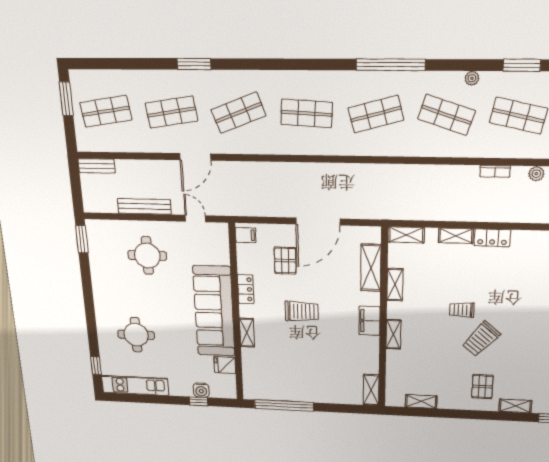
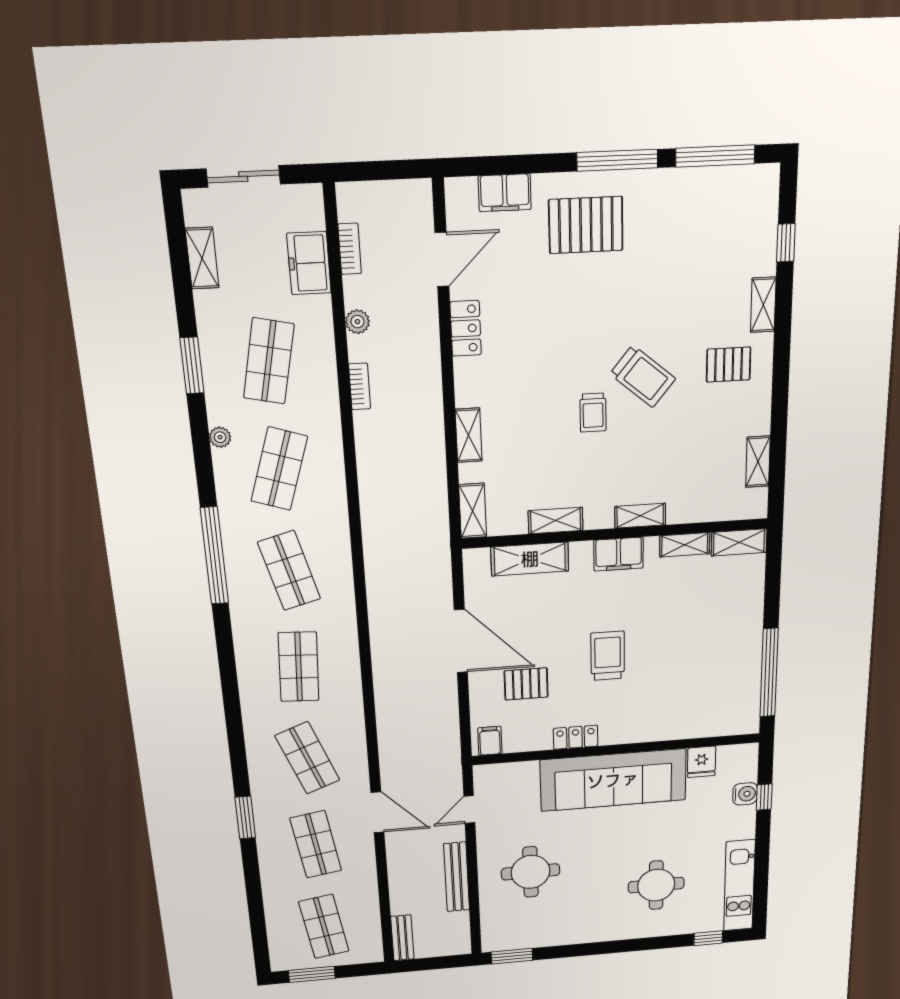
locker: (492, 238) -> (466, 328), moved
shelving: (247, 333) -> (685, 545), moved

